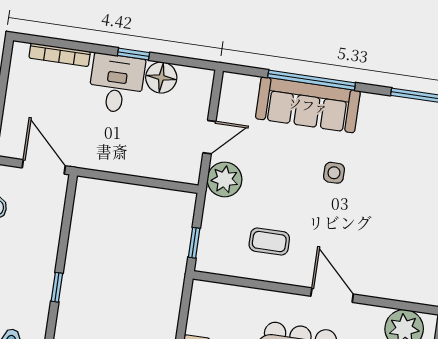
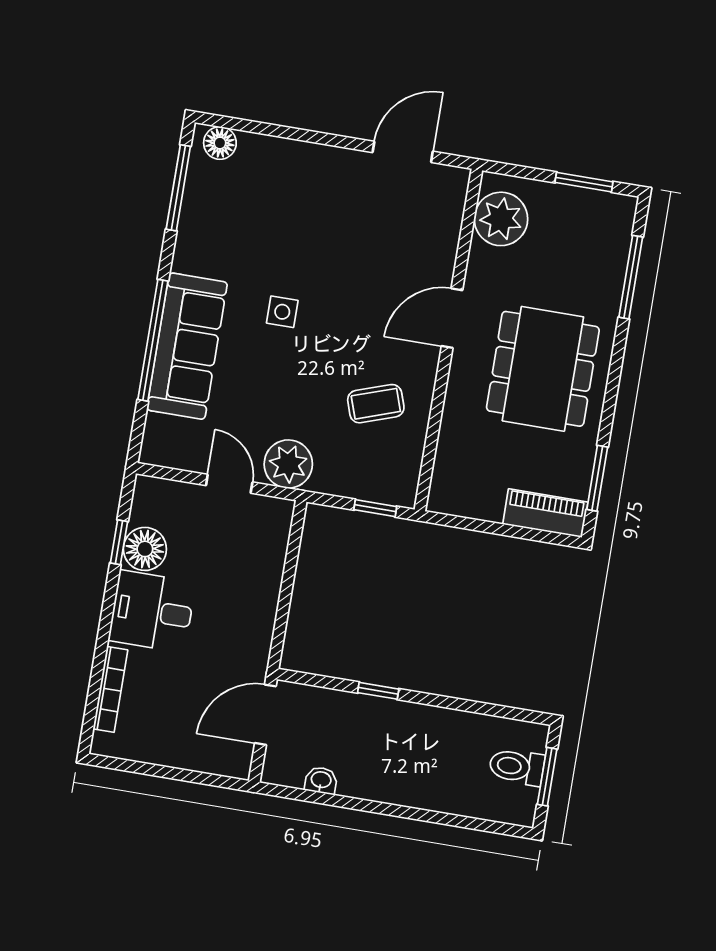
window: (133, 54) -> (119, 542), moved
coffee table: (269, 242) -> (376, 404), turned 71
window: (57, 287) -> (378, 691), moved

